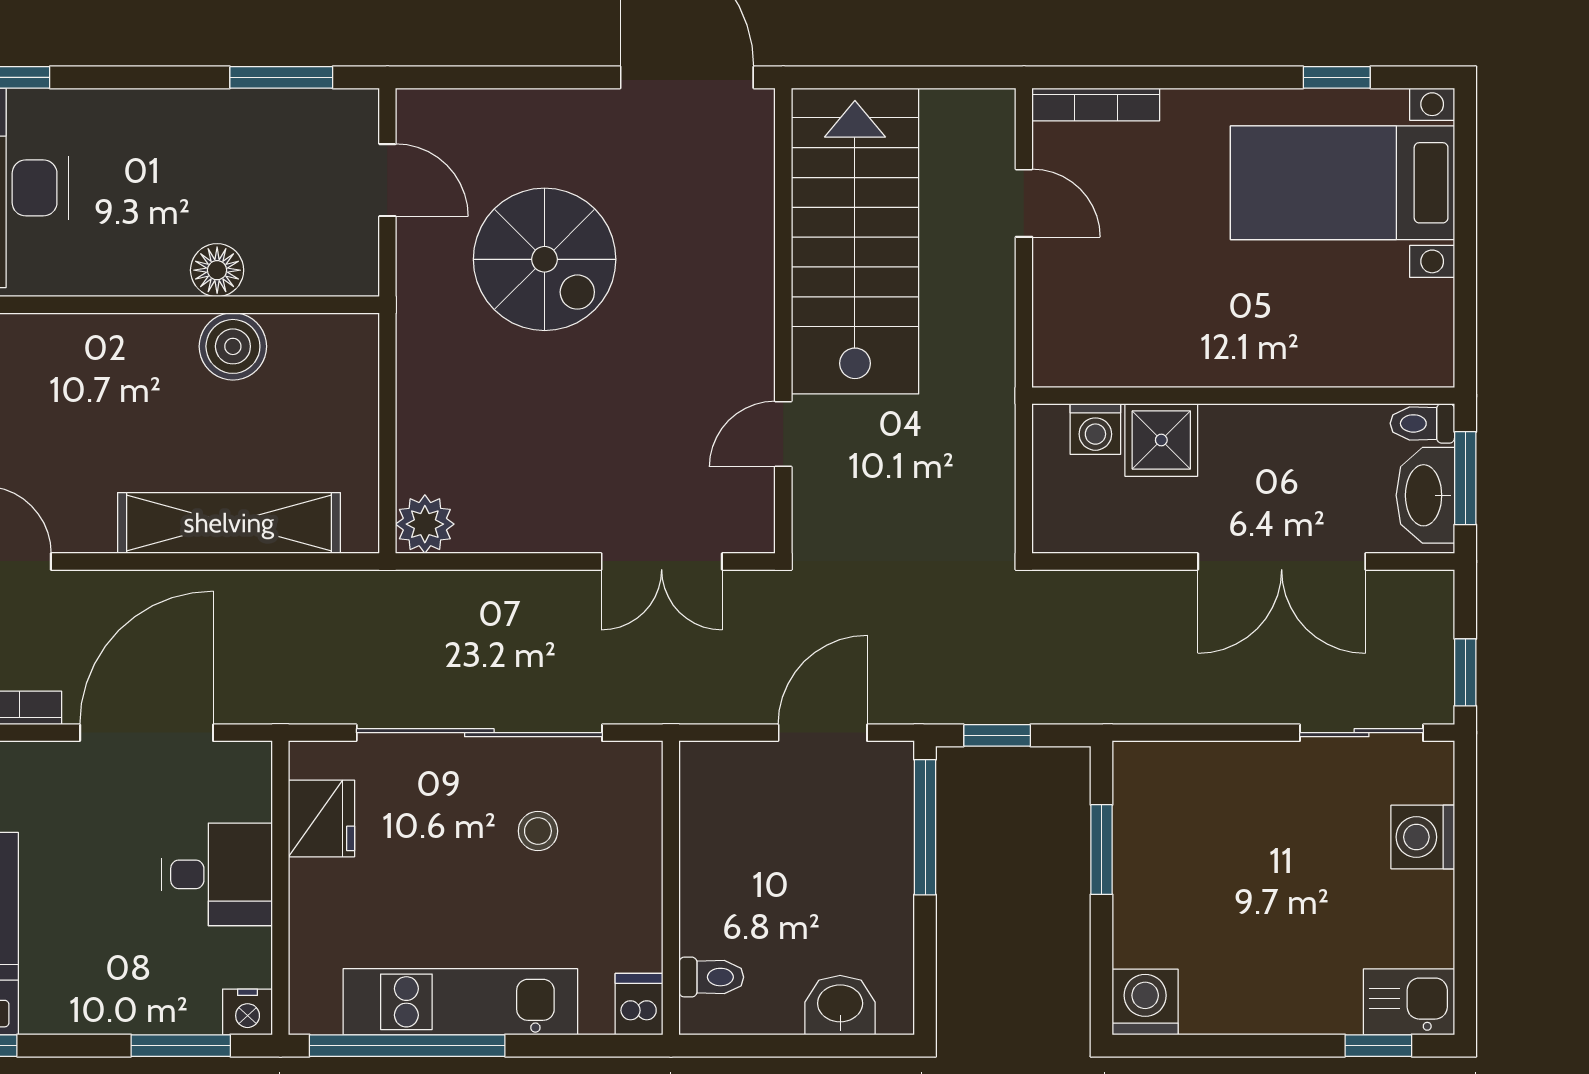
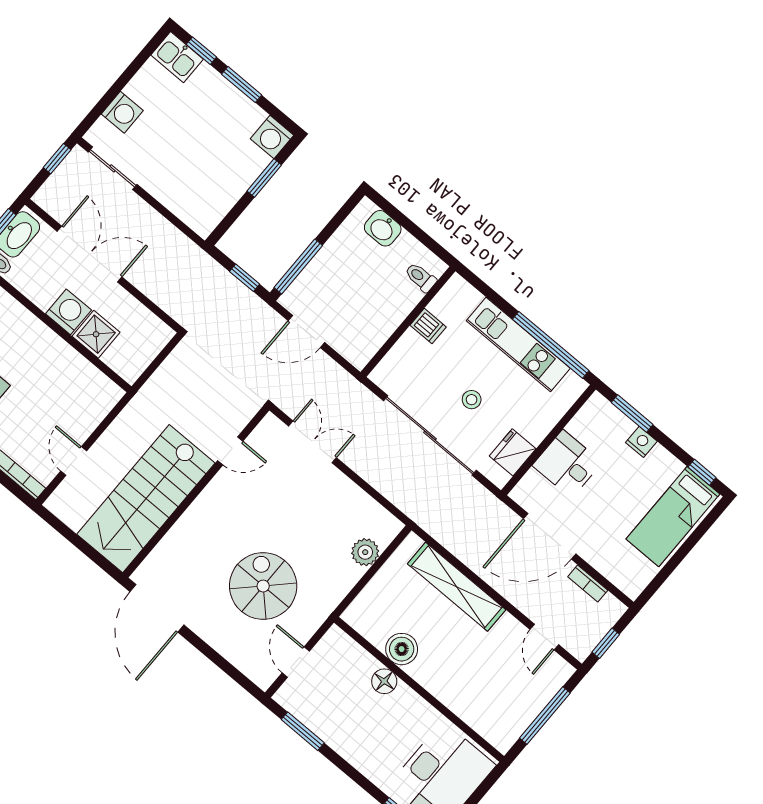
washing machine: (1095, 429) -> (68, 312), moved, width x1.38, depth x1.38
plant: (425, 524) -> (365, 552), moved
stool: (538, 831) -> (472, 400), moved
window: (1102, 850) -> (264, 178), moved
dishwasher: (639, 1004) -> (428, 326), moved, turned -90
nightstand: (248, 1012) -> (641, 442), moved
window: (1267, 1046) -> (242, 85), added

